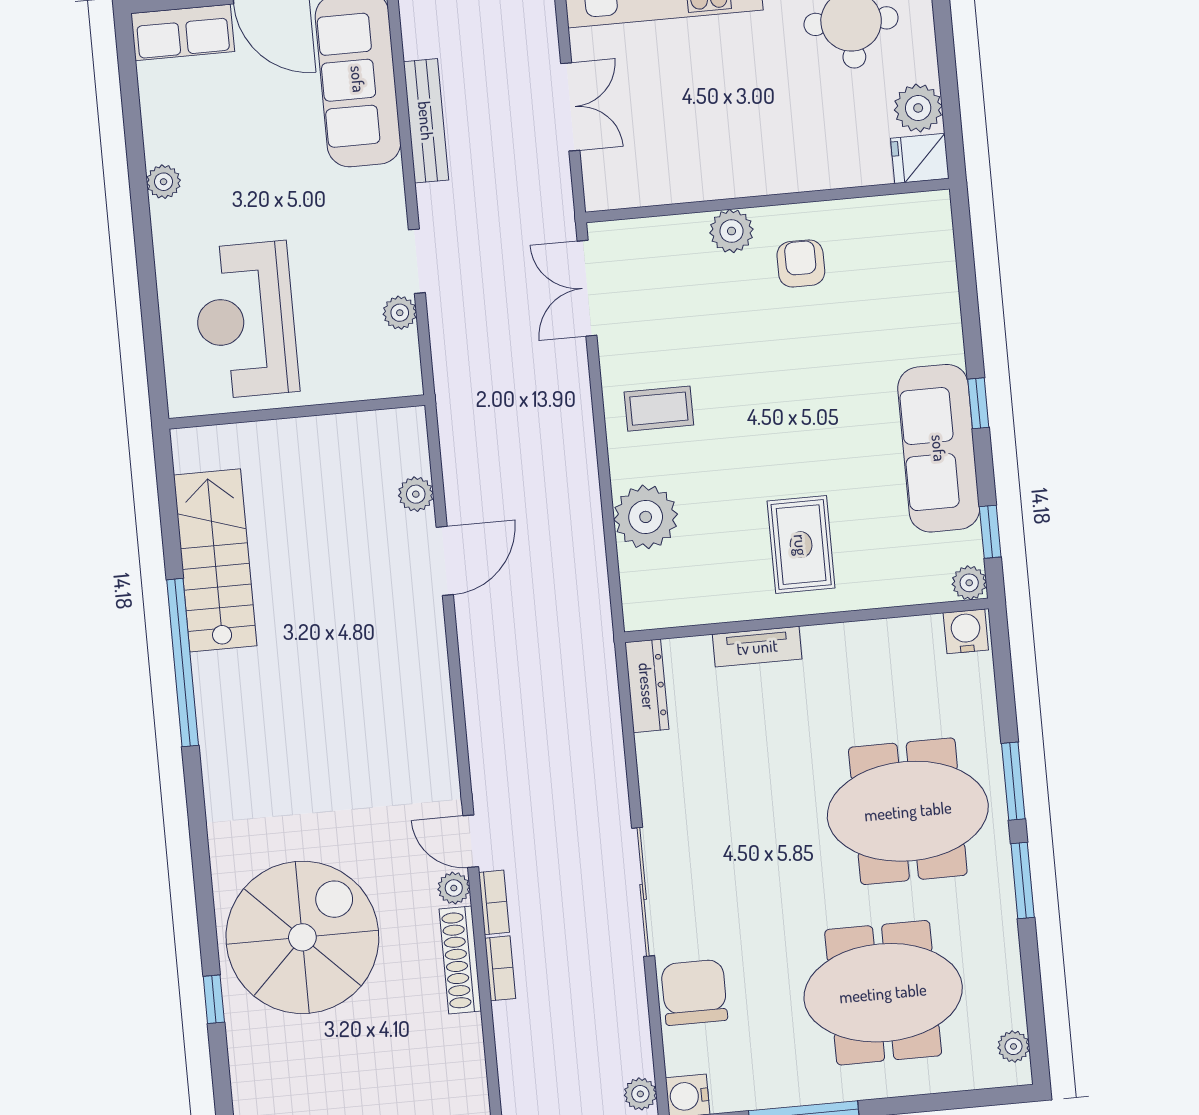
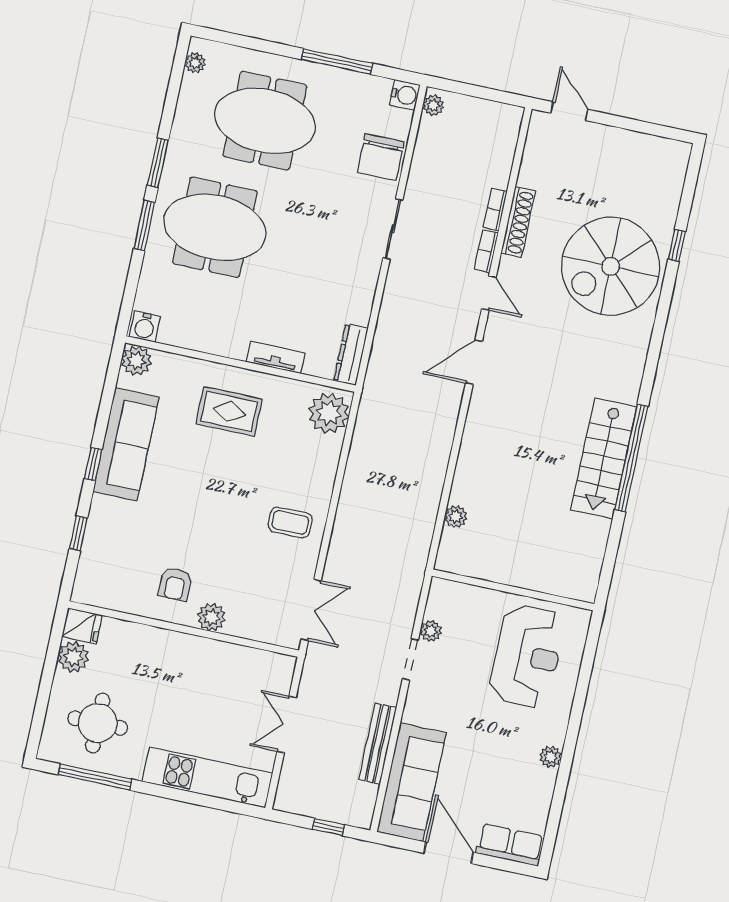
plant: (646, 517) -> (329, 413), moved
window: (990, 532) -> (78, 533), moved
rug: (801, 545) -> (229, 412), turned 90
stairs: (215, 560) -> (604, 458), moved
door: (445, 561) -> (474, 362), moved
plant: (969, 583) -> (136, 361), width x1.38, depth x1.38
plant: (454, 888) -> (508, 268), removed
sliding door: (643, 892) -> (393, 229), width x0.73

